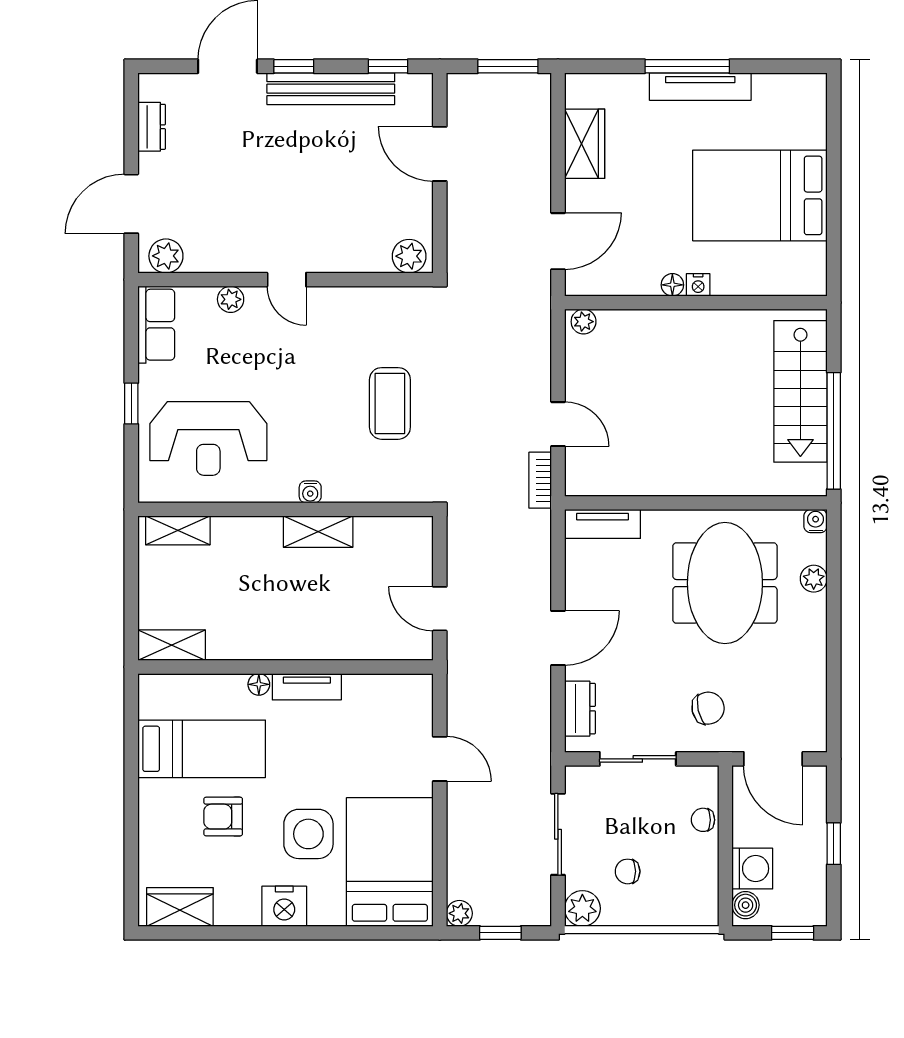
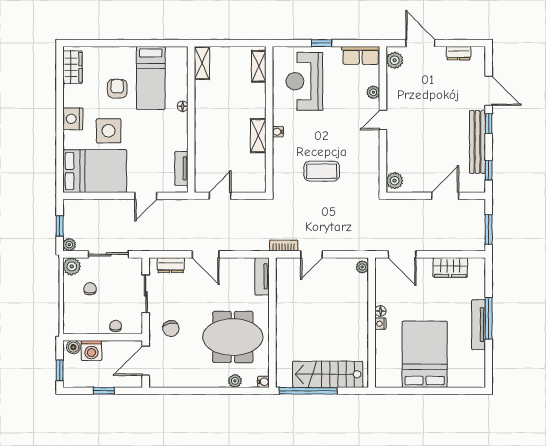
tv unit: (307, 687) -> (181, 168), moved
plant: (459, 913) -> (69, 245), moved

